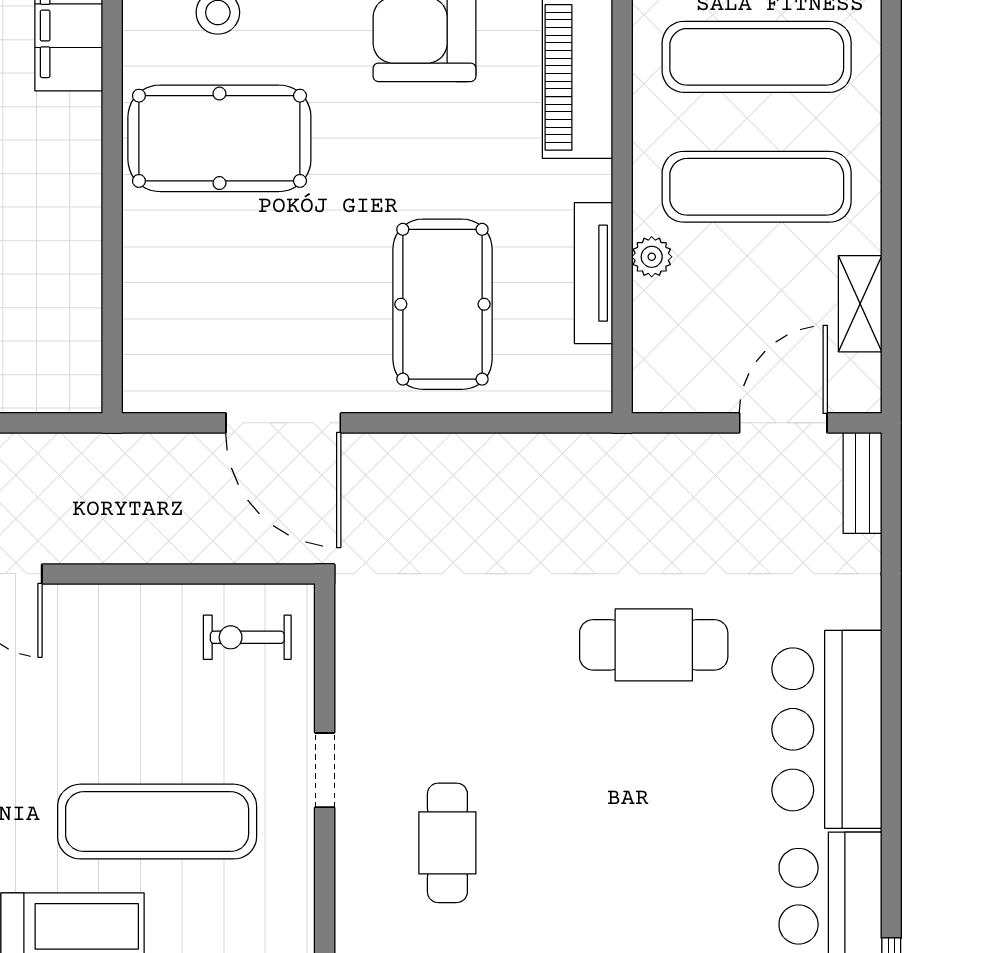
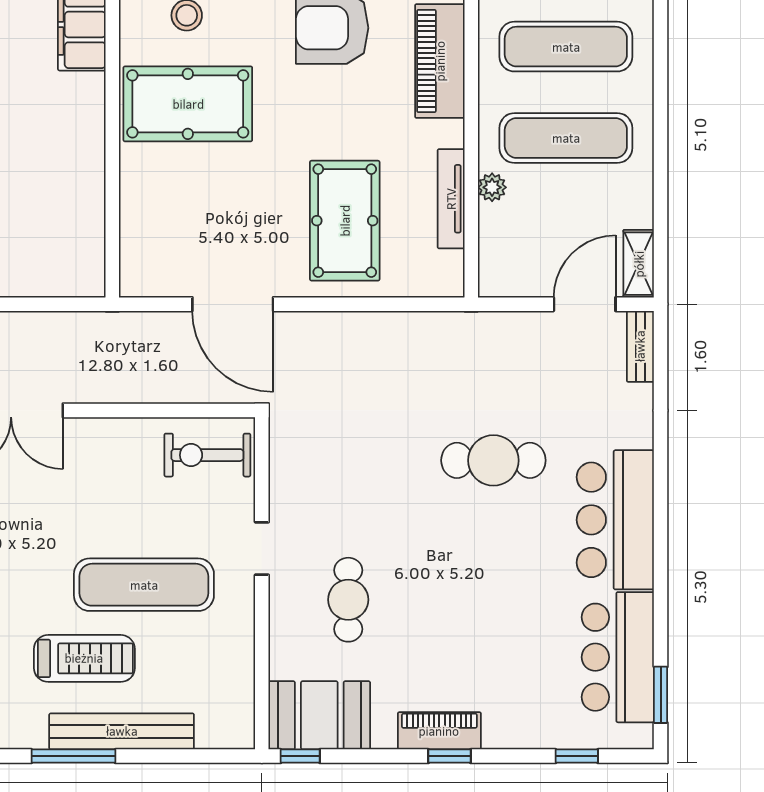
shelving: (860, 304) -> (639, 264), moved
exercise bike: (247, 637) -> (207, 455), width x1.38, depth x1.39

